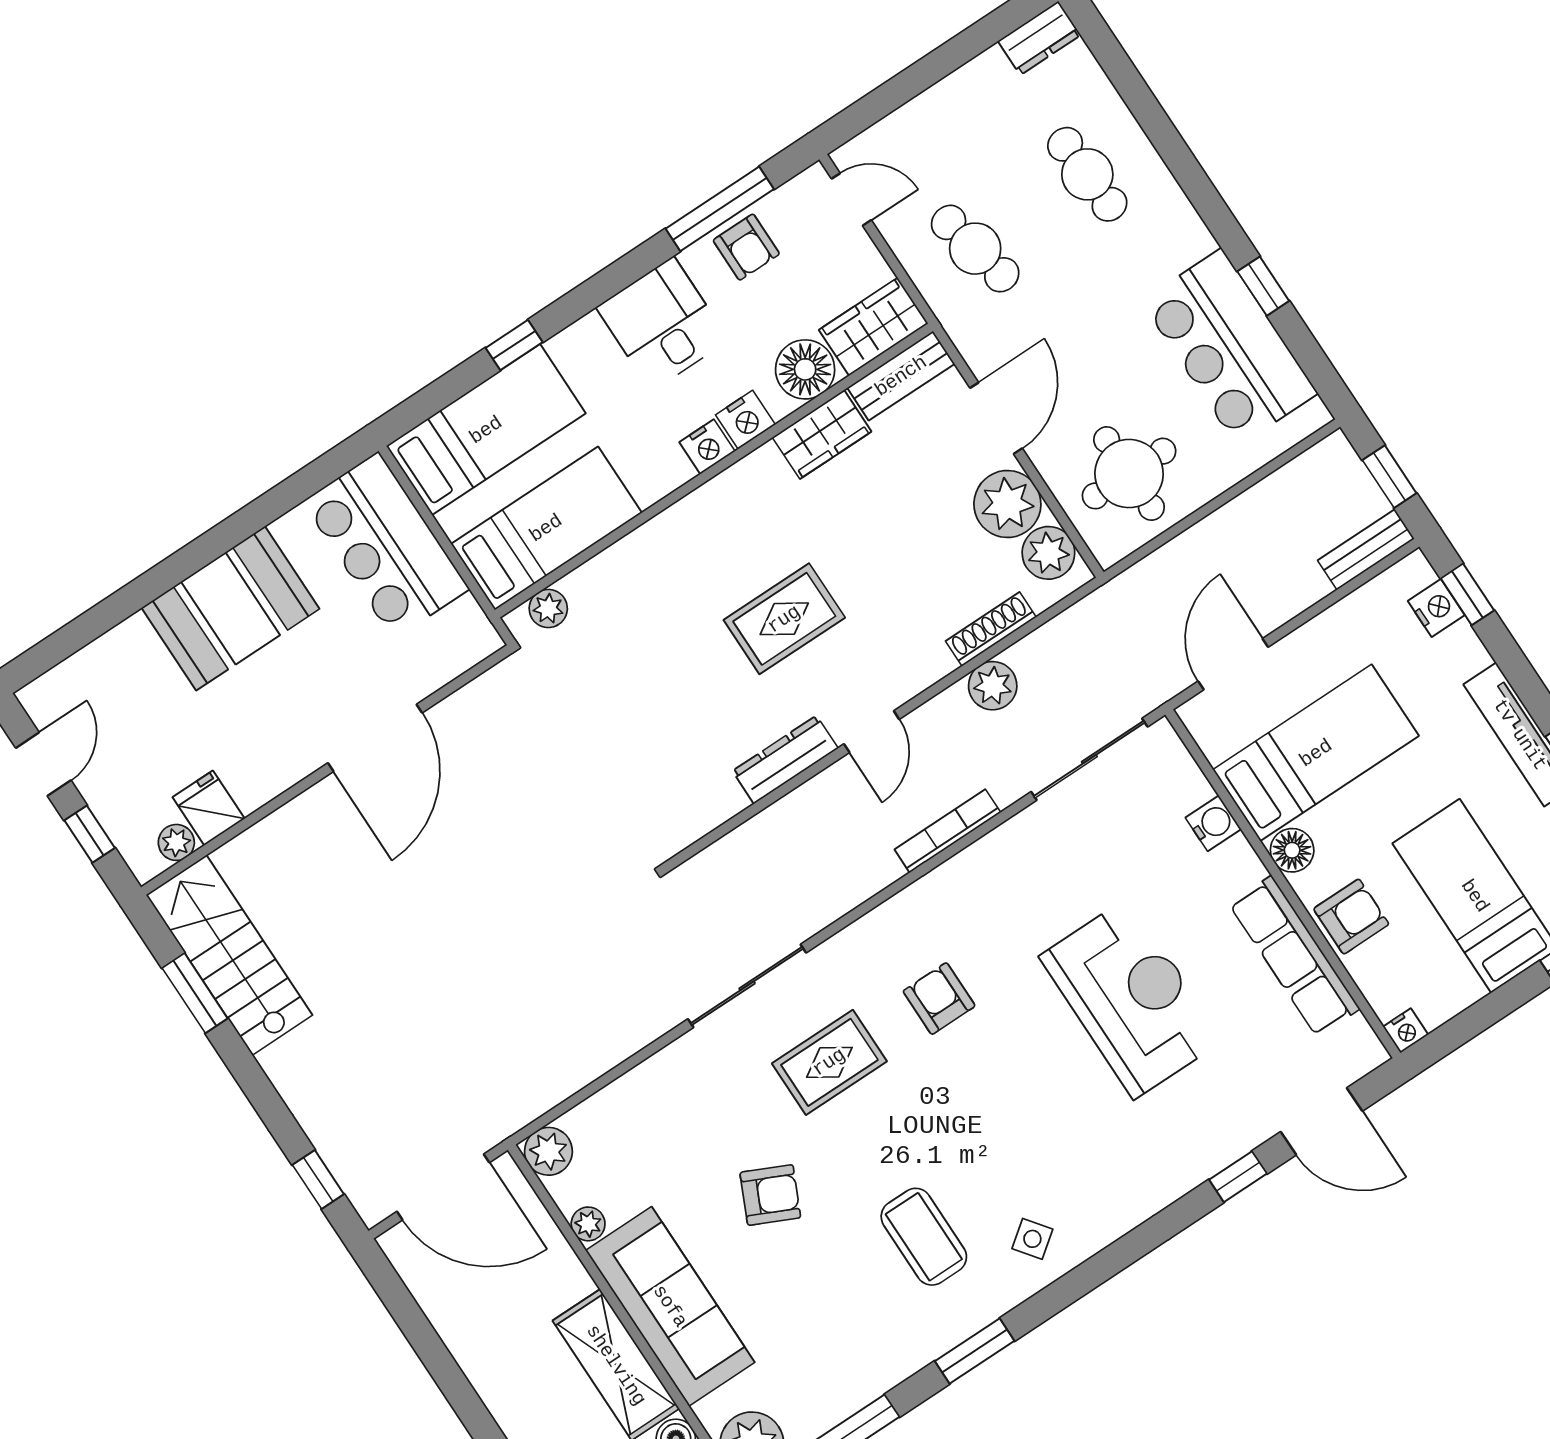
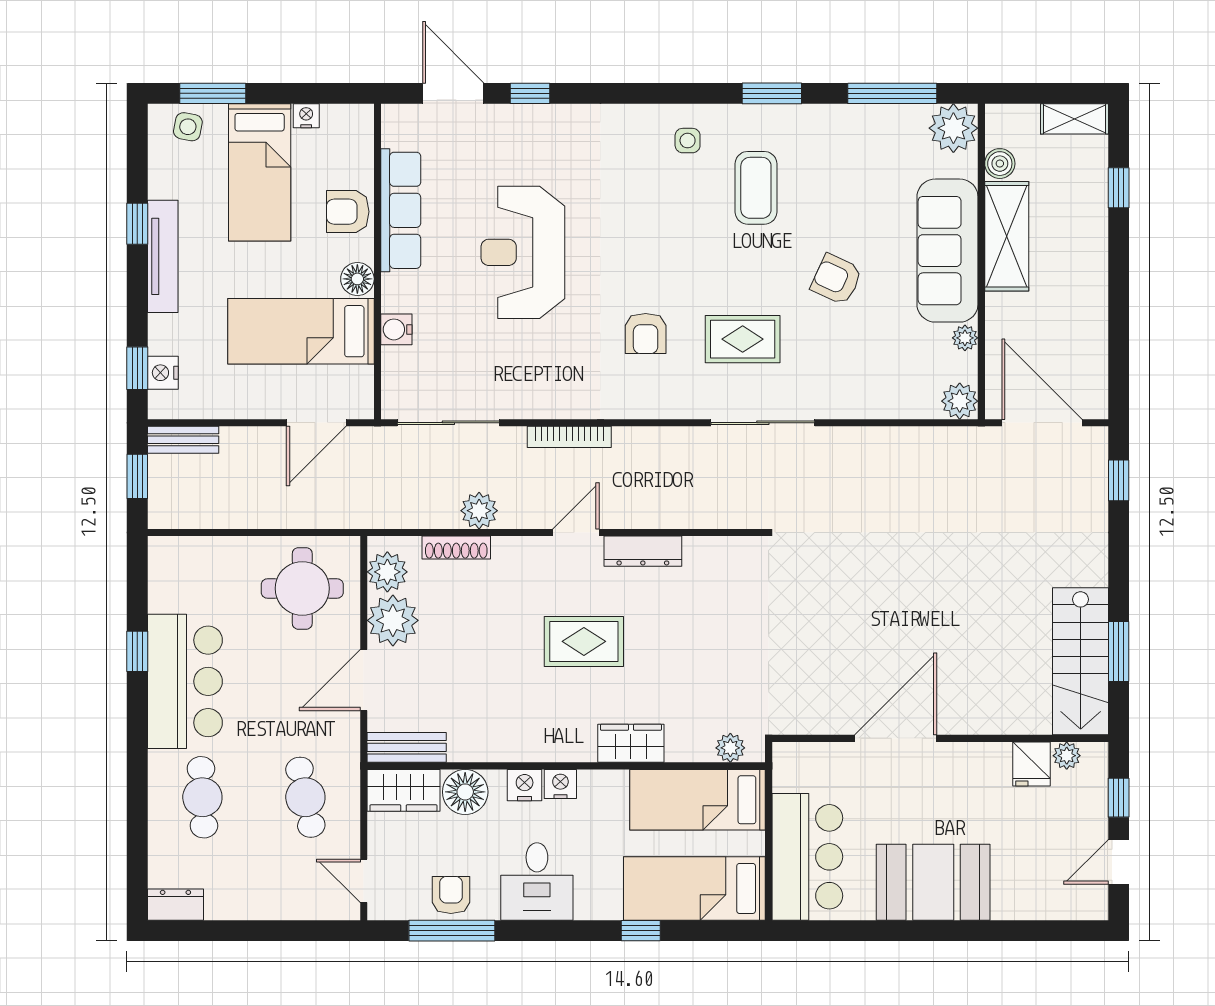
bar counter: (1229, 347) -> (185, 681), moved
wardrobe: (822, 434) -> (631, 743), moved
nightstand: (1406, 1031) -> (306, 116), moved
side table: (1032, 1239) -> (688, 141), turned 37

